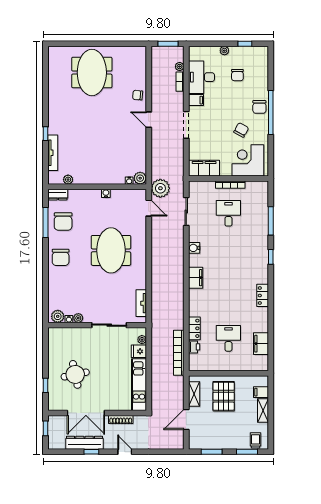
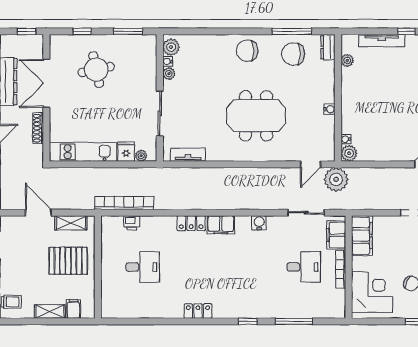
locker: (194, 328) -> (191, 223), moved
filing cabinet: (261, 344) -> (336, 235), moved, turned -90
window: (46, 350) -> (128, 31), added

